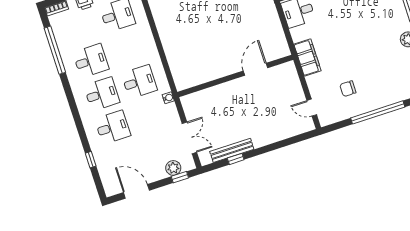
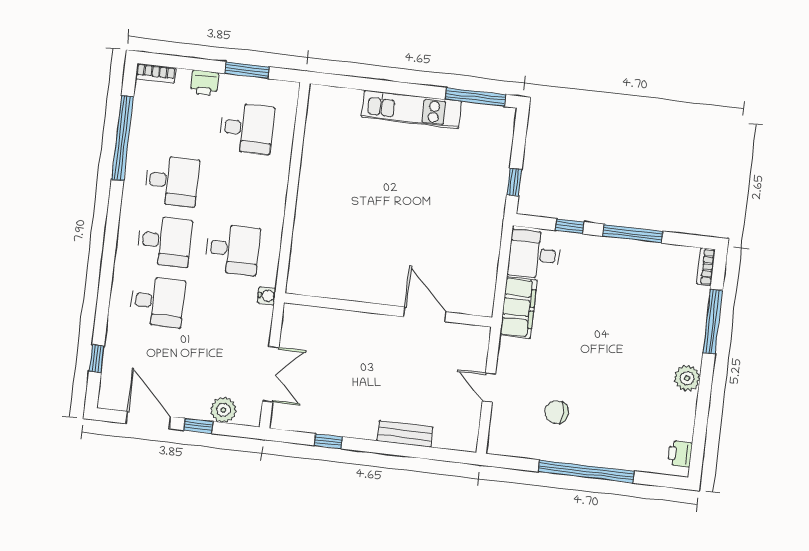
filing cabinet: (307, 58) -> (518, 308), moved
door: (255, 69) -> (425, 314), hinge flipped
door: (312, 108) -> (489, 388), moved
bench: (232, 150) -> (405, 434), moved, width x0.73
window: (91, 160) -> (97, 359), moved
window: (180, 177) -> (198, 426), moved

